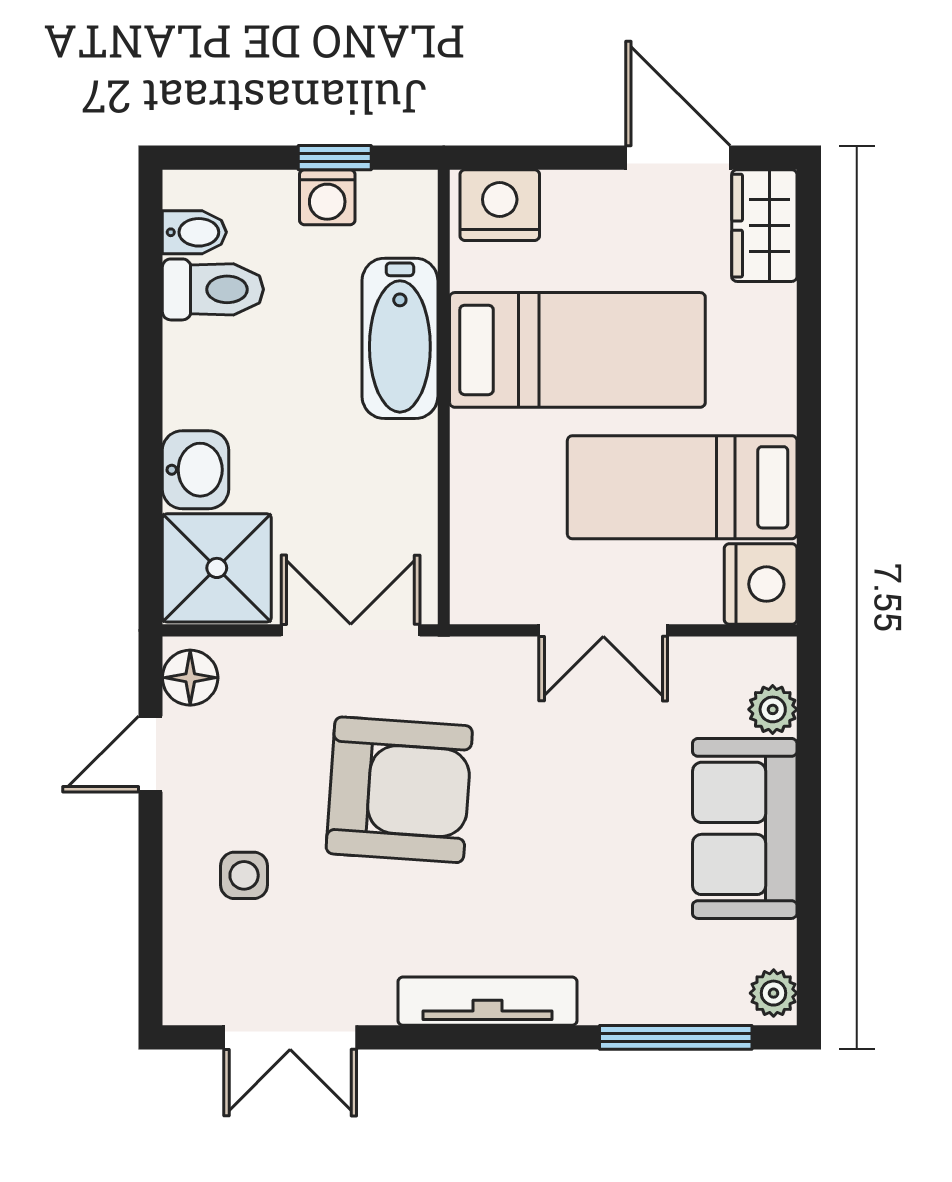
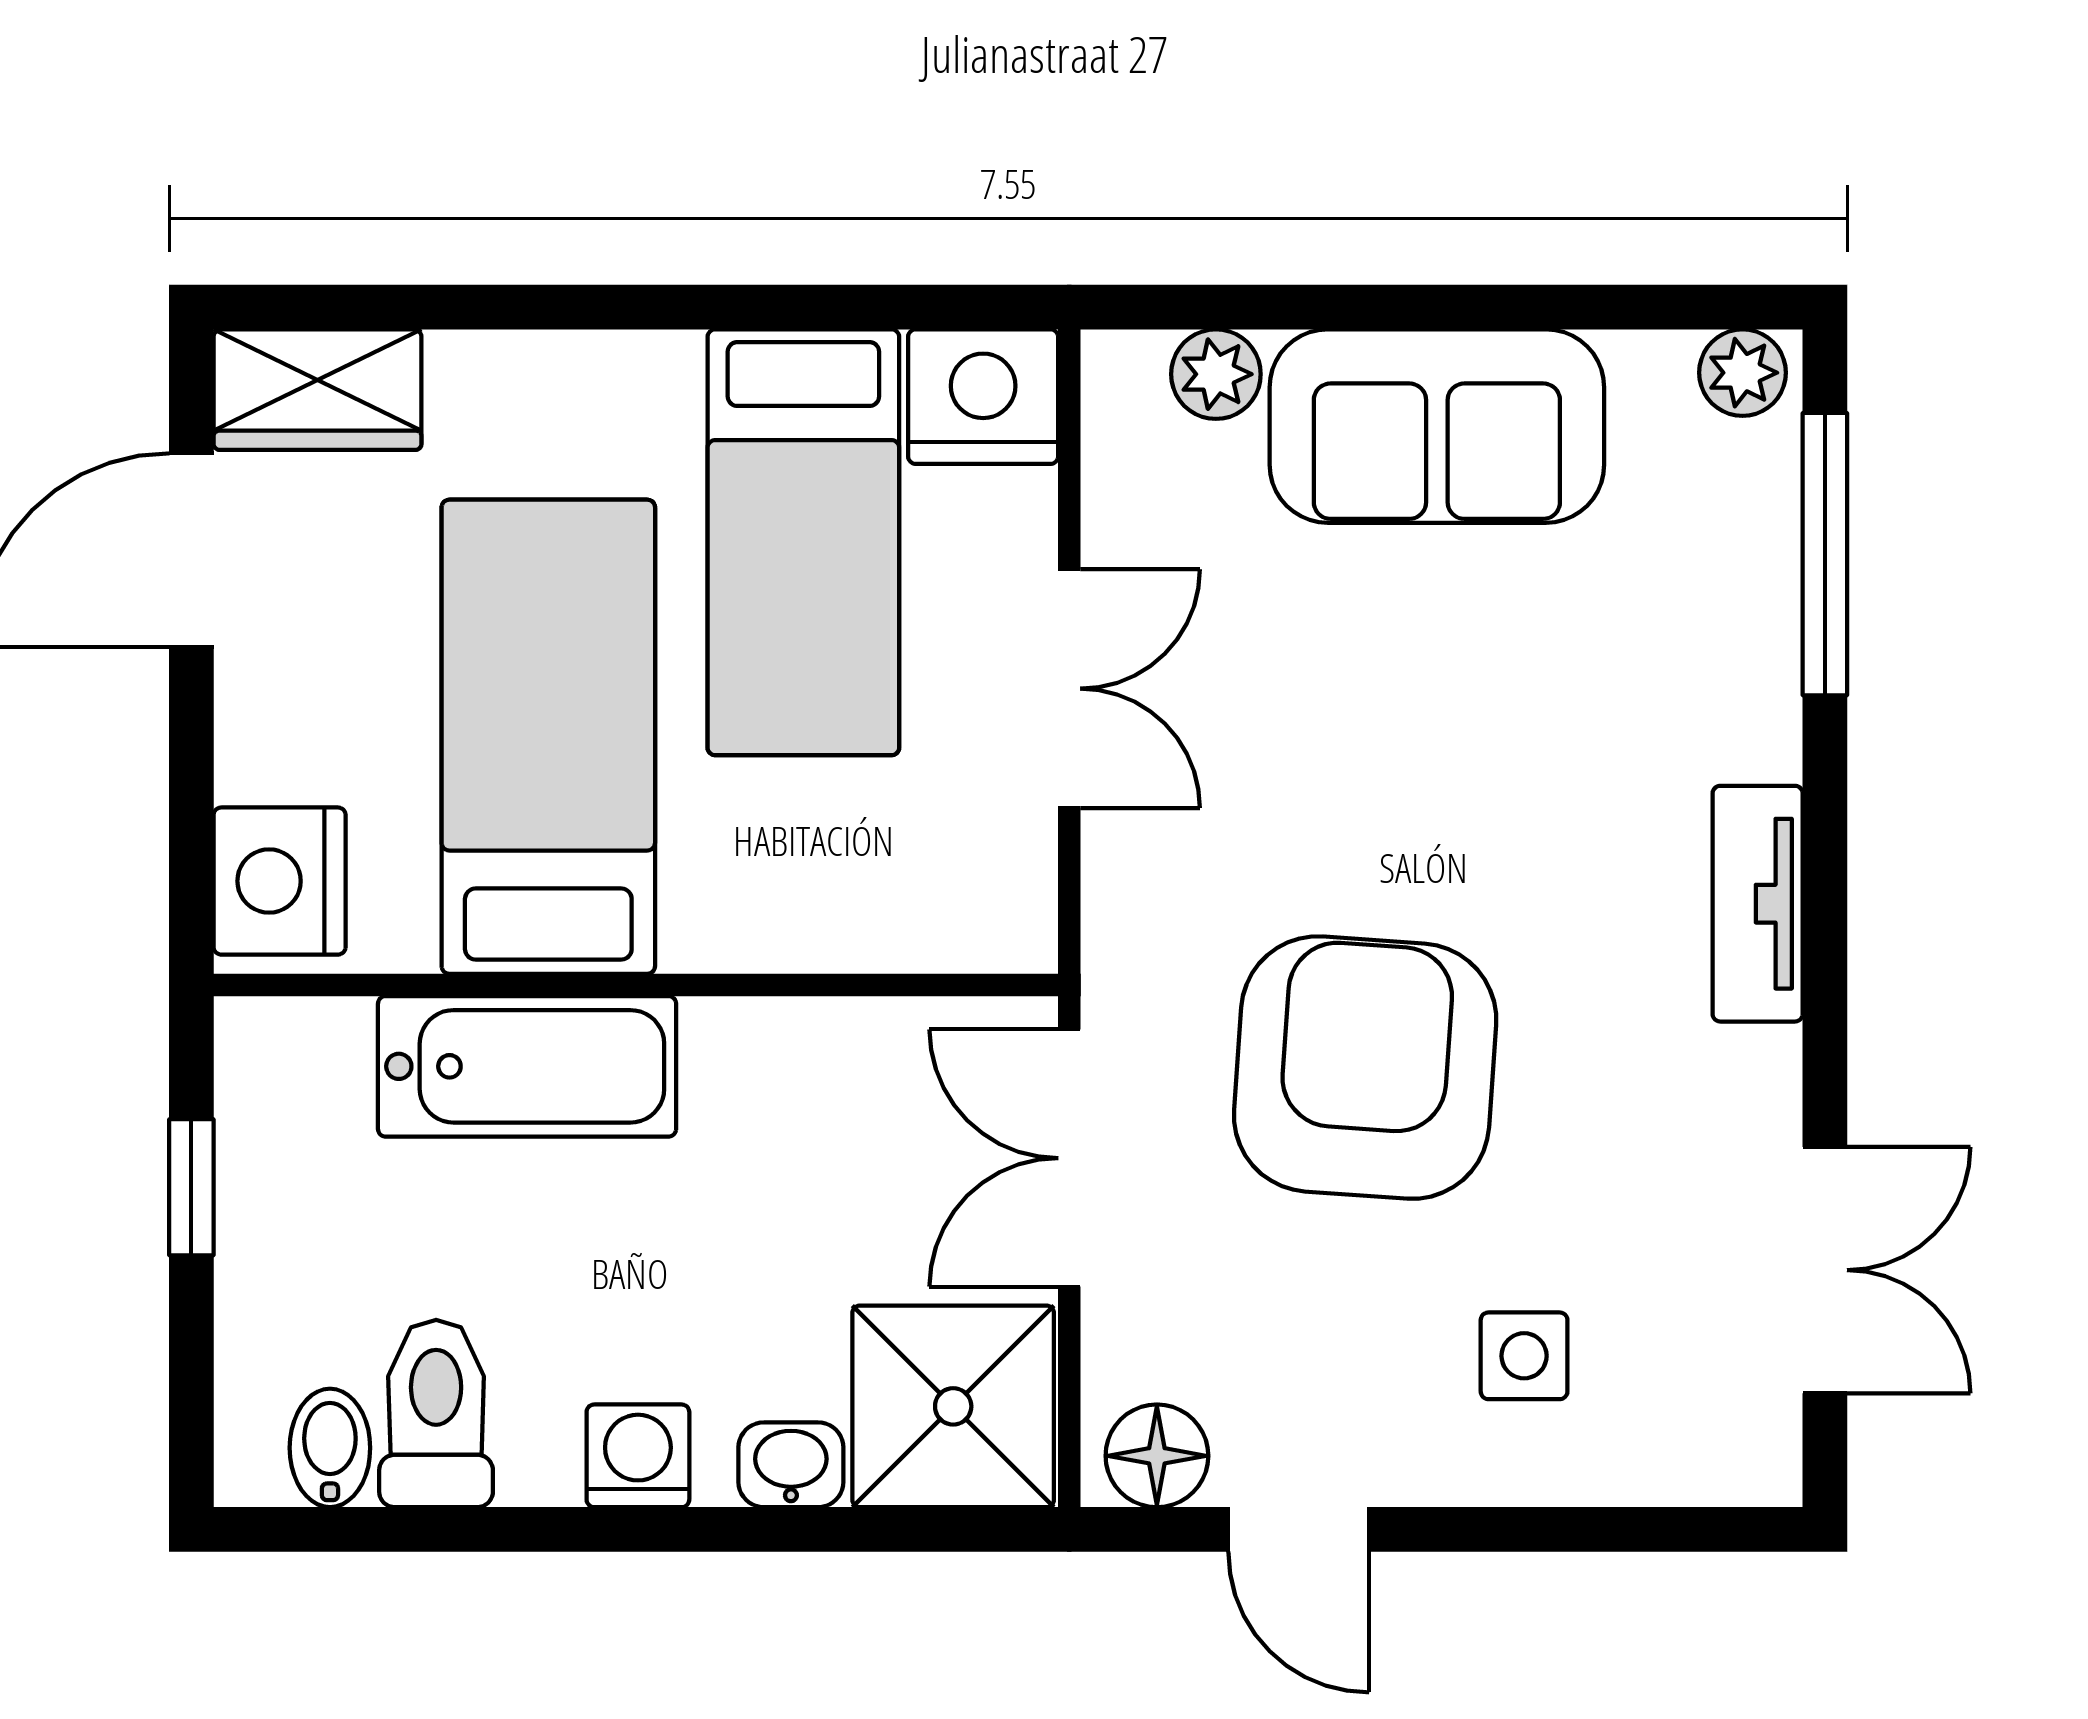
washing machine: (327, 197) -> (638, 1456), moved, turned -90
washbasin: (196, 470) -> (791, 1465), width x0.72, depth x0.69
tv unit: (488, 1001) -> (1758, 904), width x0.71

